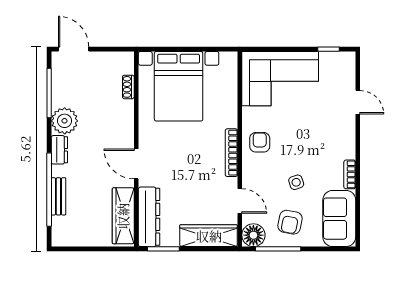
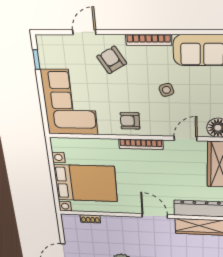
door: (136, 164) -> (155, 216), swing flipped
bookcase: (350, 174) -> (149, 40), width x1.56
armchair: (290, 222) -> (112, 60), moved, turned -132

